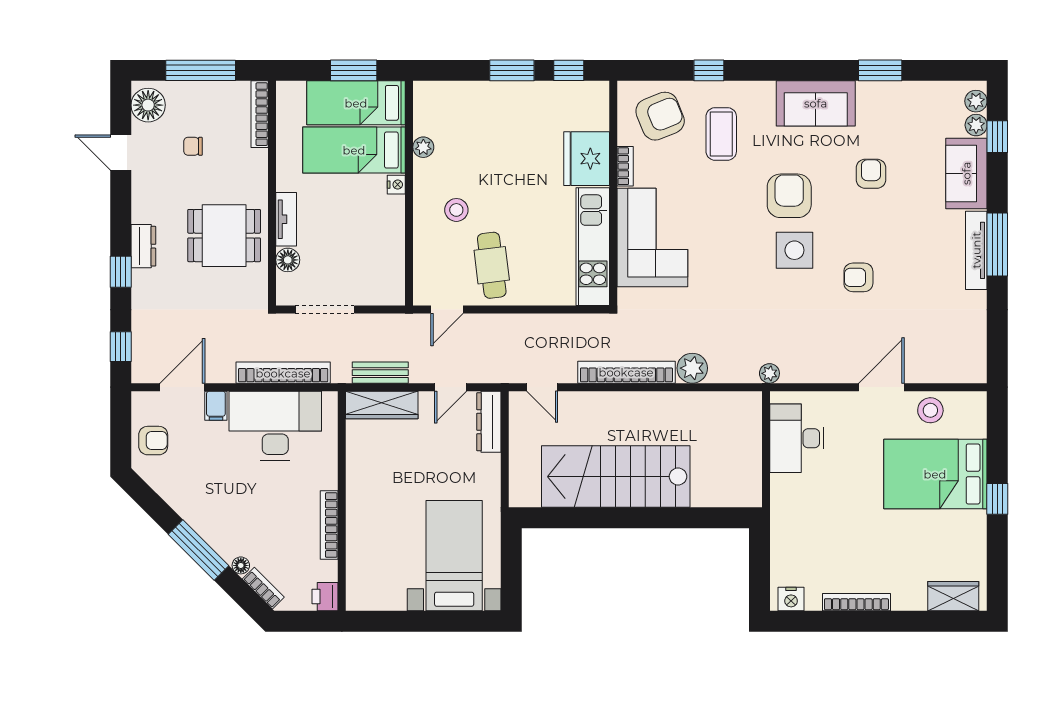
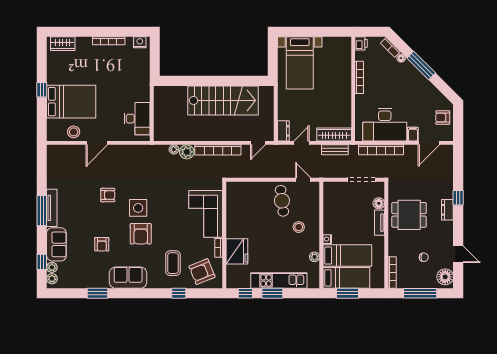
kitchen unit: (593, 247) -> (279, 281), moved, turned -90
door: (447, 310) -> (303, 180), hinge flipped
window: (121, 347) -> (458, 162), removed
plant: (769, 373) -> (174, 149), moved
door: (542, 387) -> (258, 143), swing flipped
dresser: (489, 422) -> (283, 131), width x0.70

